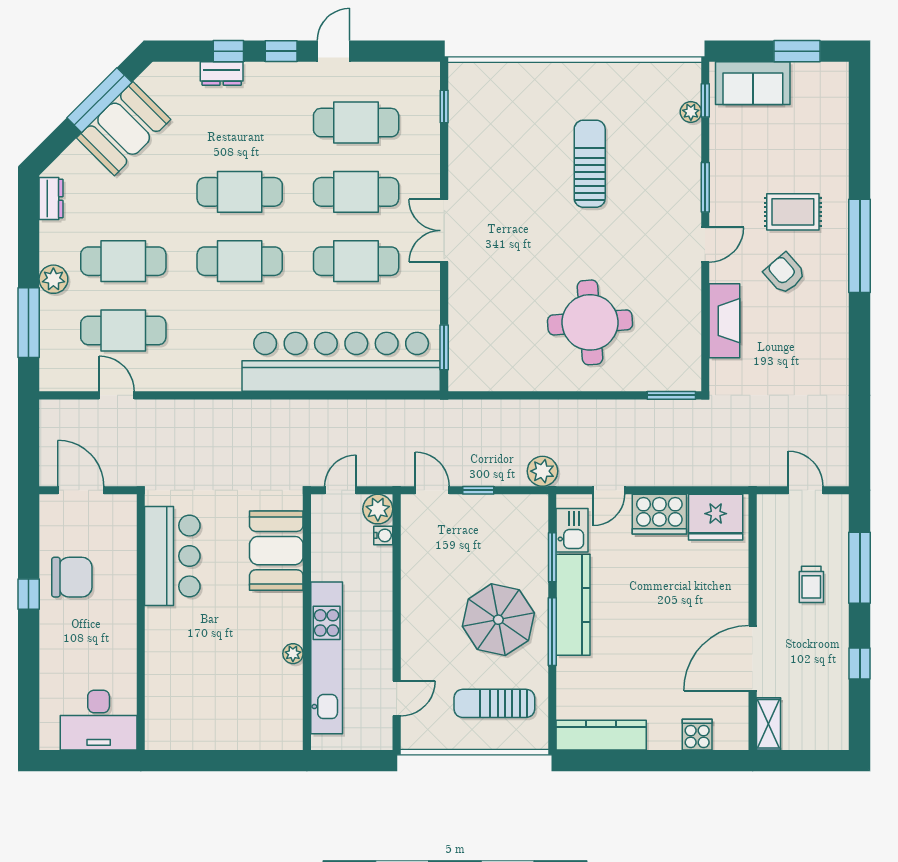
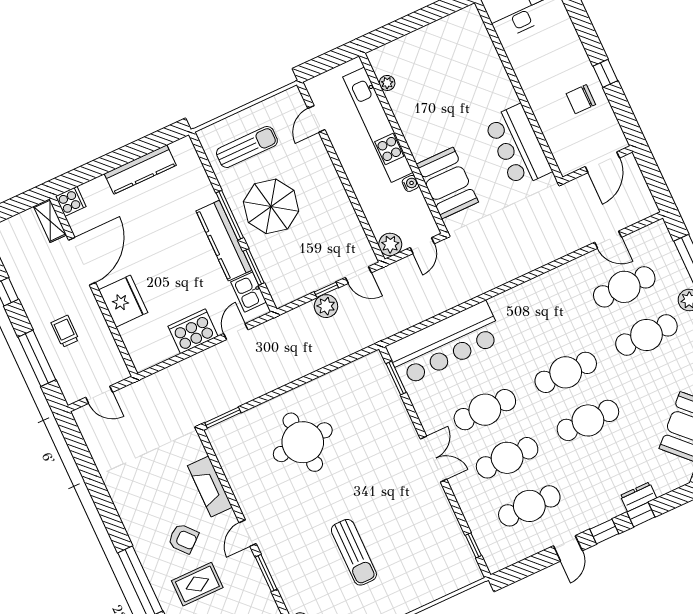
bar counter: (341, 362) -> (445, 343), width x0.73
plant: (542, 471) -> (326, 306), moved
door: (81, 490) -> (602, 162), hinge flipped
fridge: (716, 517) -> (123, 301), moved, turned 90
water cooler: (383, 535) -> (411, 183), moved, turned 180
chair: (72, 577) -> (581, 99), width x0.73, depth x0.73
plant: (293, 654) -> (387, 83), moved
kitchen counter: (601, 735) -> (140, 170), moved
cooker: (697, 735) -> (71, 201), moved, turned -90

